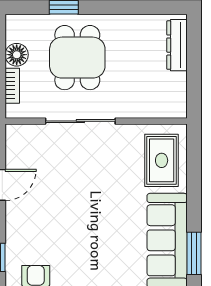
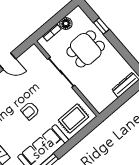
armchair: (97, 213) -> (30, 111), added

